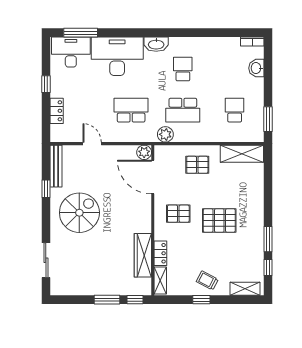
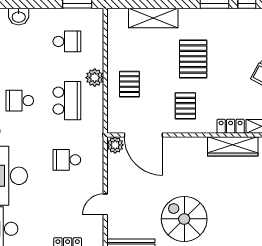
school desk: (131, 110) -> (67, 160), width x0.54
school desk: (235, 110) -> (67, 41), turned 180
plant: (165, 134) -> (95, 78), moved
shelving: (242, 154) -> (153, 18), moved, turned 90
door: (153, 177) -> (143, 135), hinge flipped

